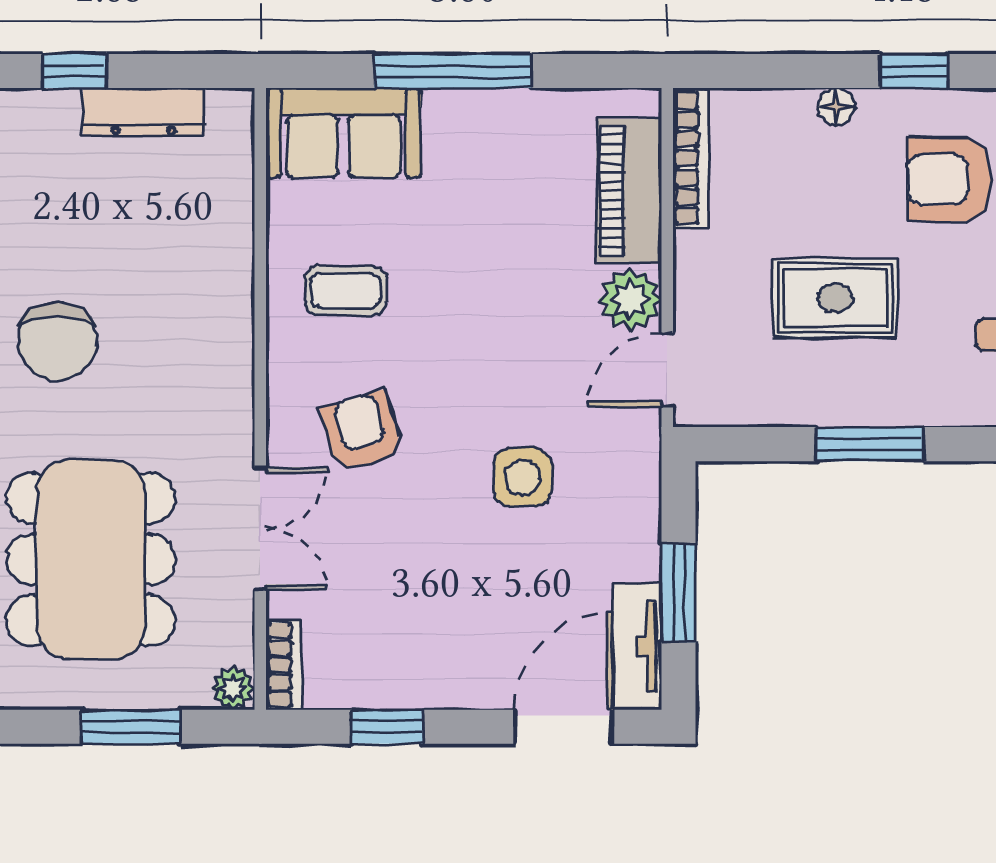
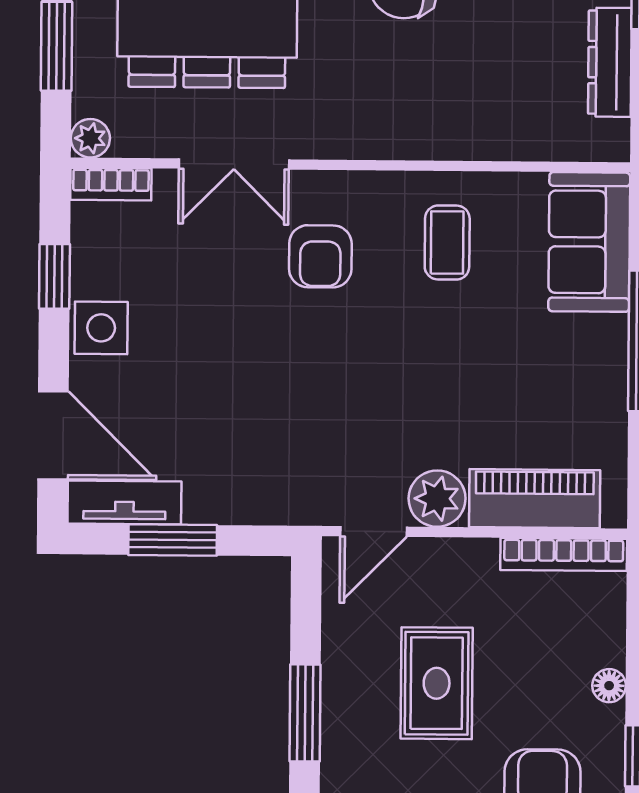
door: (667, 370) -> (373, 531), swing flipped
armchair: (362, 432) -> (320, 256), turned 106
side table: (523, 477) -> (101, 328), moved

